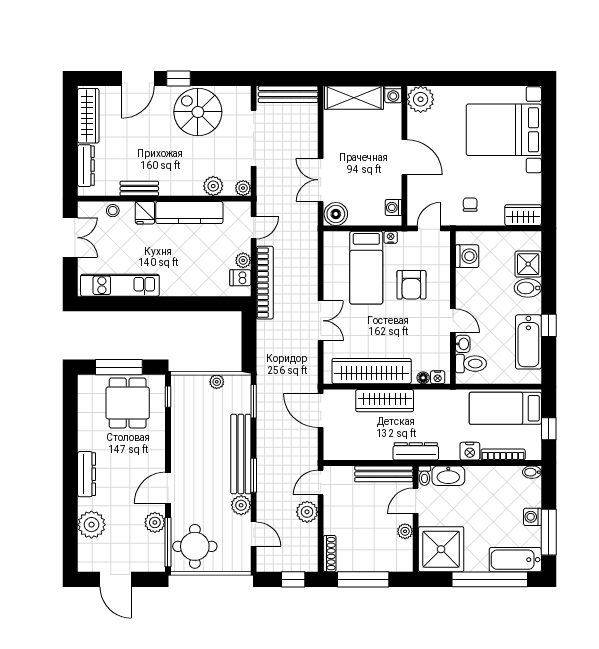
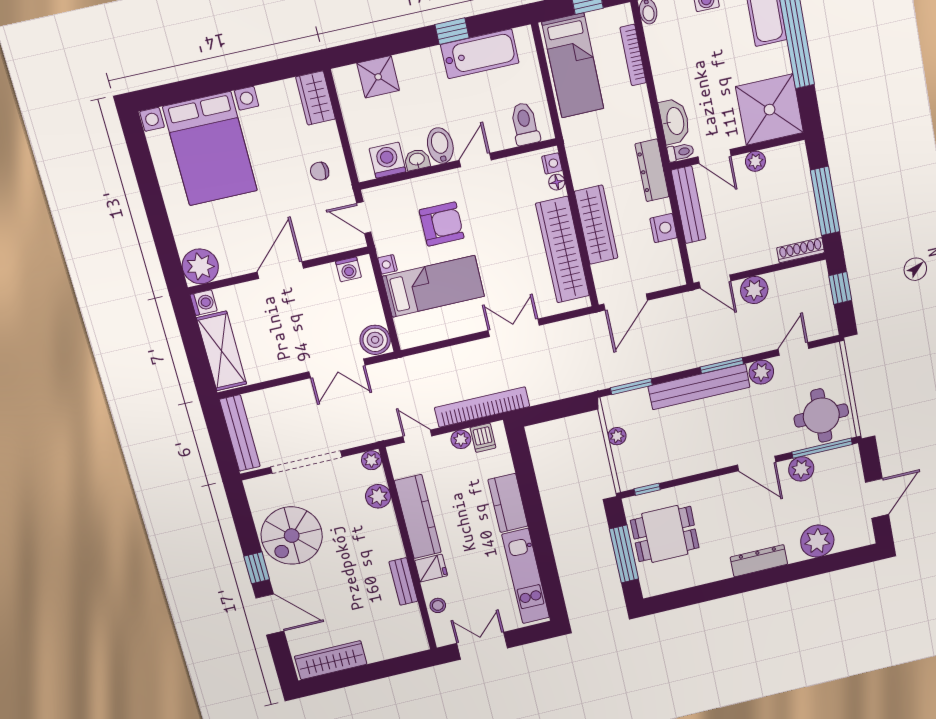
dresser: (86, 166) -> (391, 649), removed
kitchen counter: (183, 285) -> (508, 503), added
bidet: (528, 288) -> (440, 146), moved, turned 180
washbasin: (463, 344) -> (417, 160), moved
nightstand: (470, 451) -> (663, 228), moved

